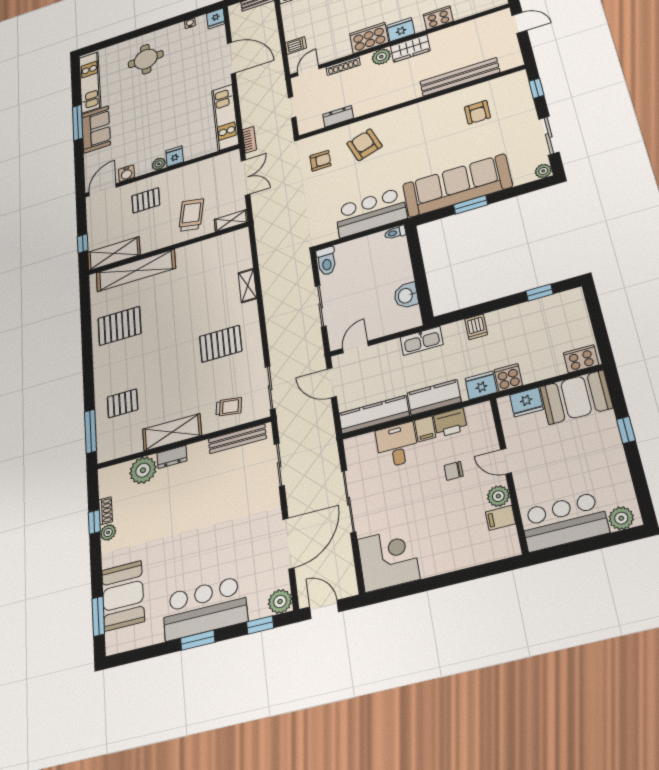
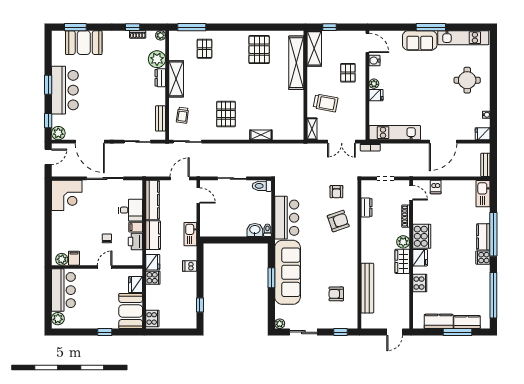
washbasin: (406, 296) -> (255, 230), moved
bench: (237, 439) -> (161, 118), width x0.73
plant: (498, 496) -> (62, 259), moved
plant: (108, 532) -> (161, 35), moved

